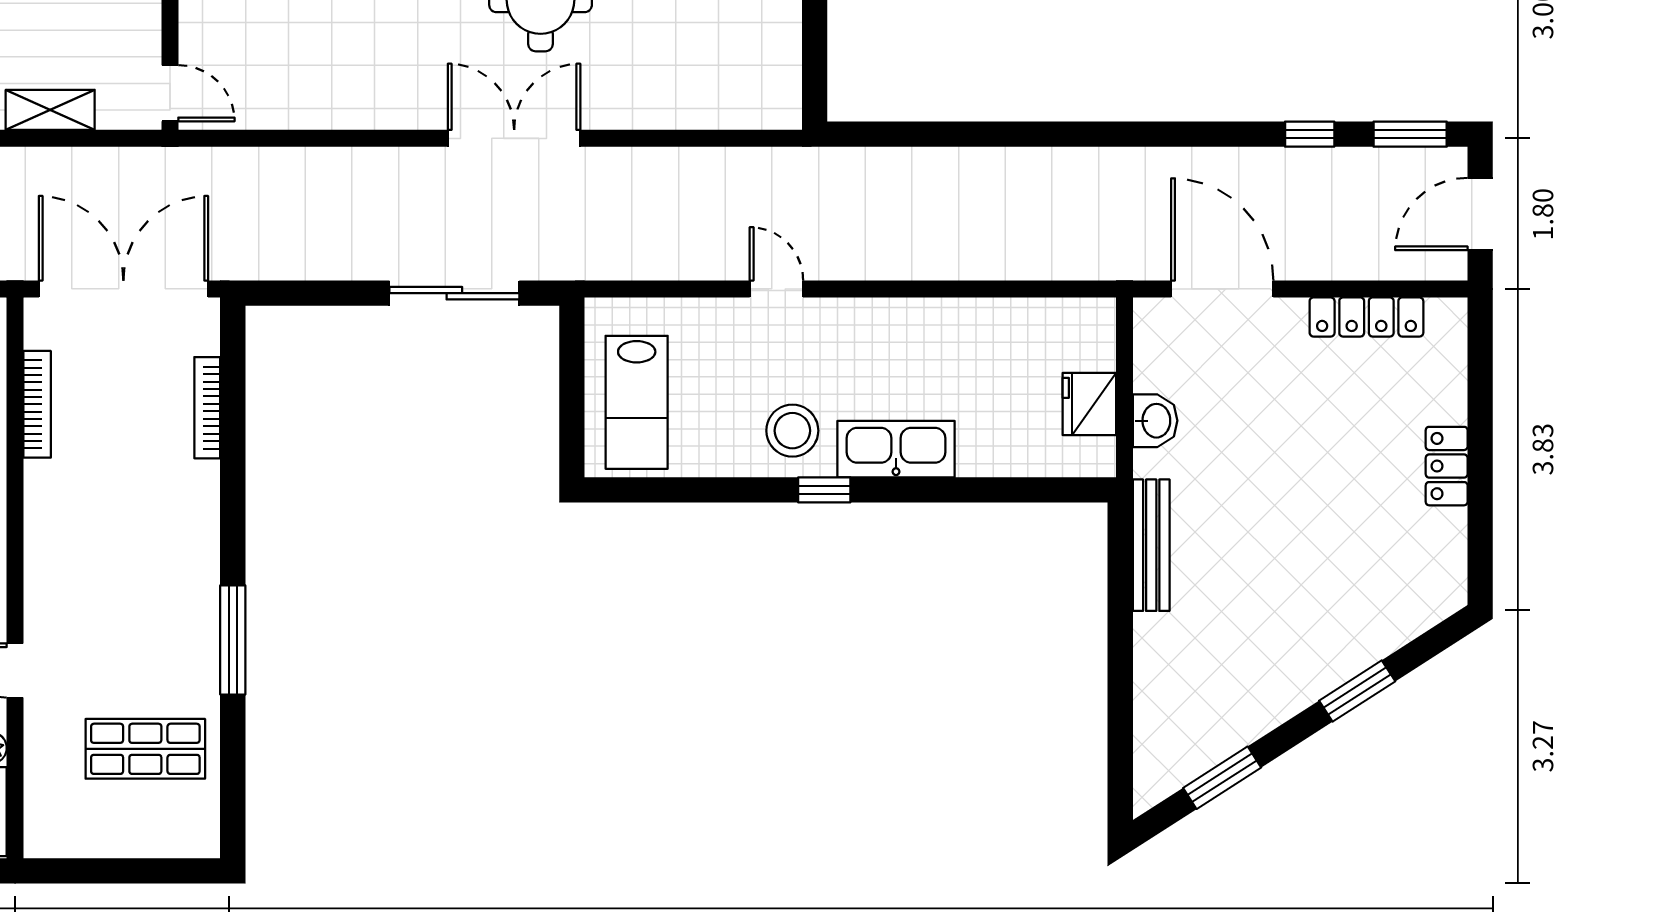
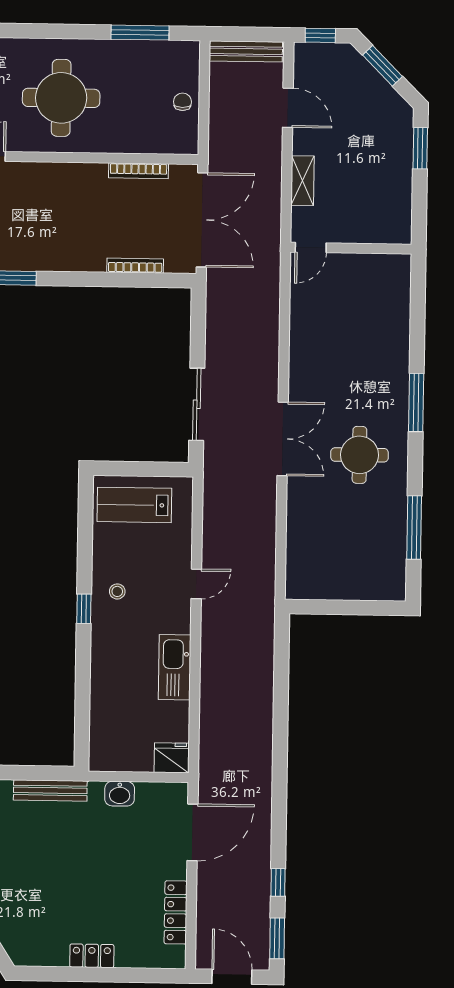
fridge: (1089, 404) -> (172, 758), moved
stool: (792, 431) -> (117, 591), width x0.53, depth x0.53
kitchen sink: (896, 449) -> (175, 667), moved, turned 180

